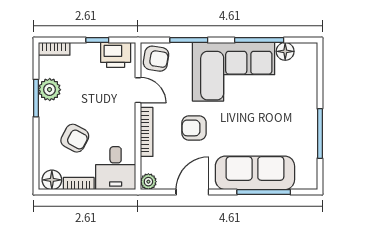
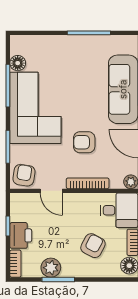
printer: (116, 55) -> (21, 235), moved
door: (138, 90) -> (51, 191), swing flipped
armchair: (194, 128) -> (84, 142), turned 90

